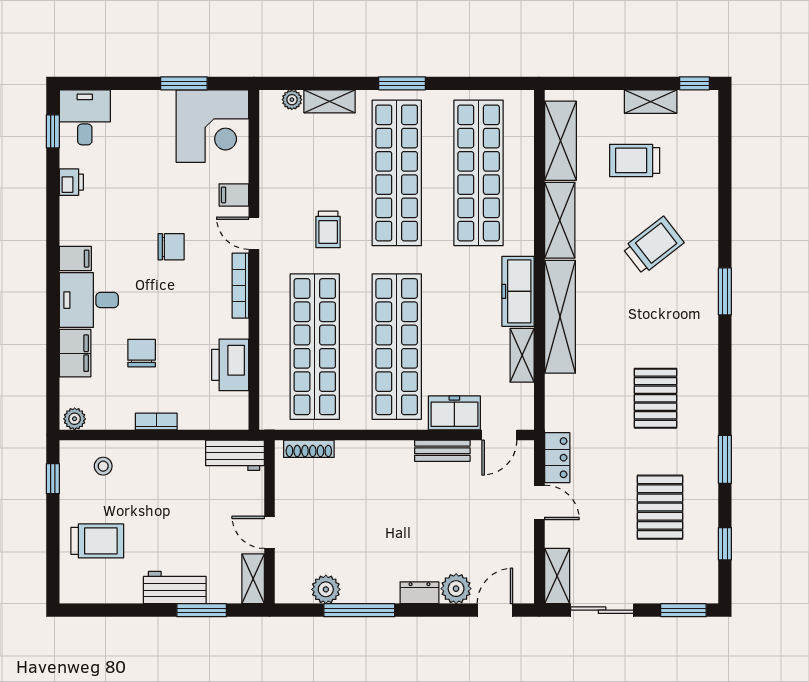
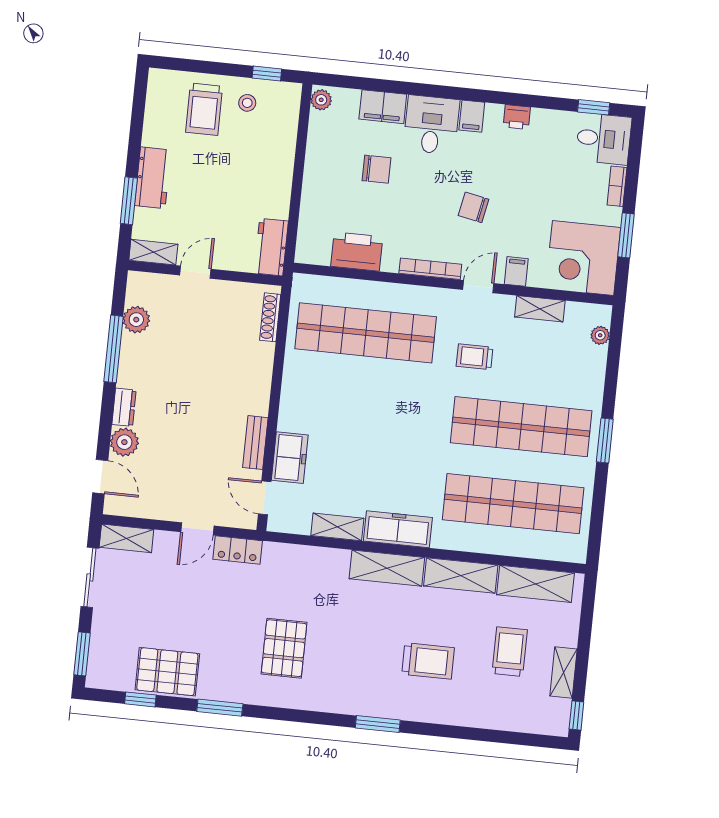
shelving: (330, 101) -> (540, 309), moved, turned 90
printer: (71, 182) -> (517, 117), moved
trolley: (653, 245) -> (428, 661), turned -52
chair: (171, 247) -> (474, 207), turned 101
shelving: (560, 317) -> (387, 568), width x0.68
shop shelf: (397, 347) -> (358, 410), removed
pallet: (655, 398) -> (284, 648), turned 90
bookcase: (156, 421) -> (617, 186), moved, turned 180
stool: (103, 466) -> (247, 103), moved
pallet: (660, 507) -> (167, 672), moved

